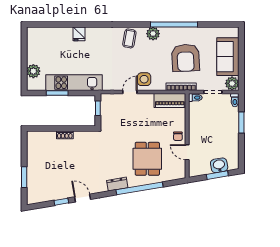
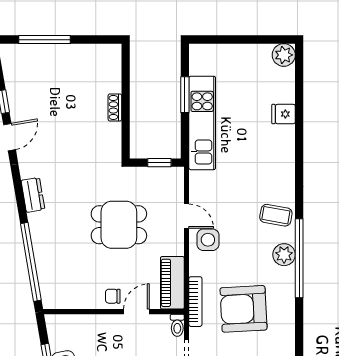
window: (174, 25) -> (299, 258), moved
fridge: (79, 34) -> (283, 114), moved
plant: (33, 71) -> (284, 55), moved
door: (187, 152) -> (136, 312), moved
dining table: (147, 159) -> (119, 225), moved
window: (24, 177) -> (45, 40), width x1.44
window: (140, 188) -> (31, 262), moved

